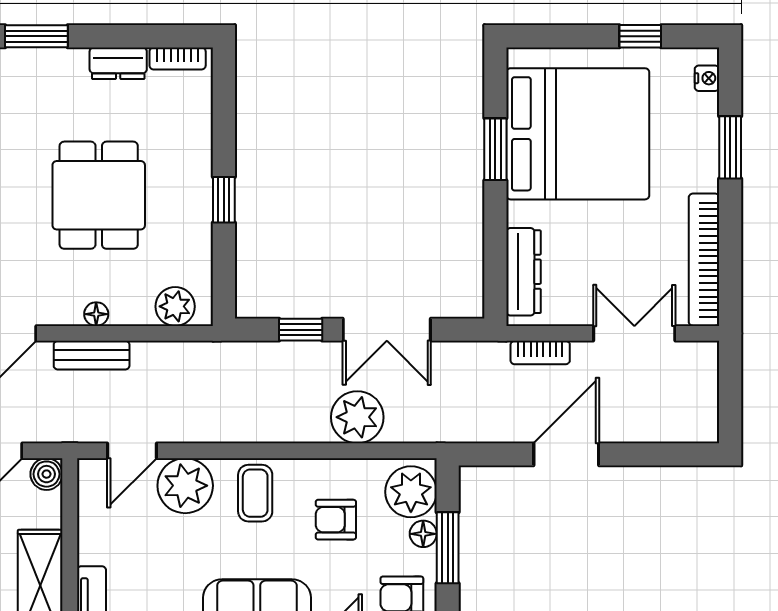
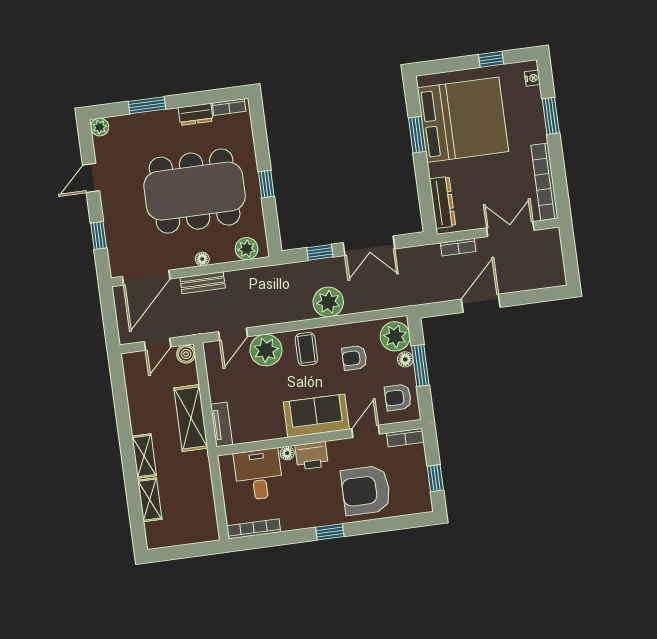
dining table: (99, 195) -> (195, 191), width x1.88, depth x1.24
plant: (357, 417) -> (328, 302), moved

